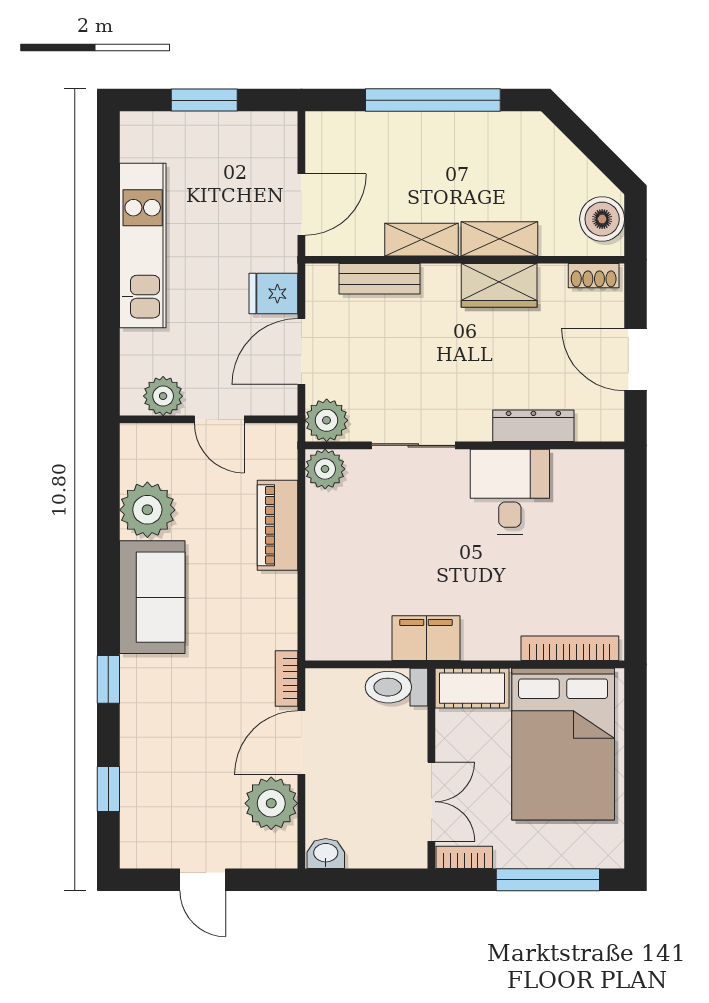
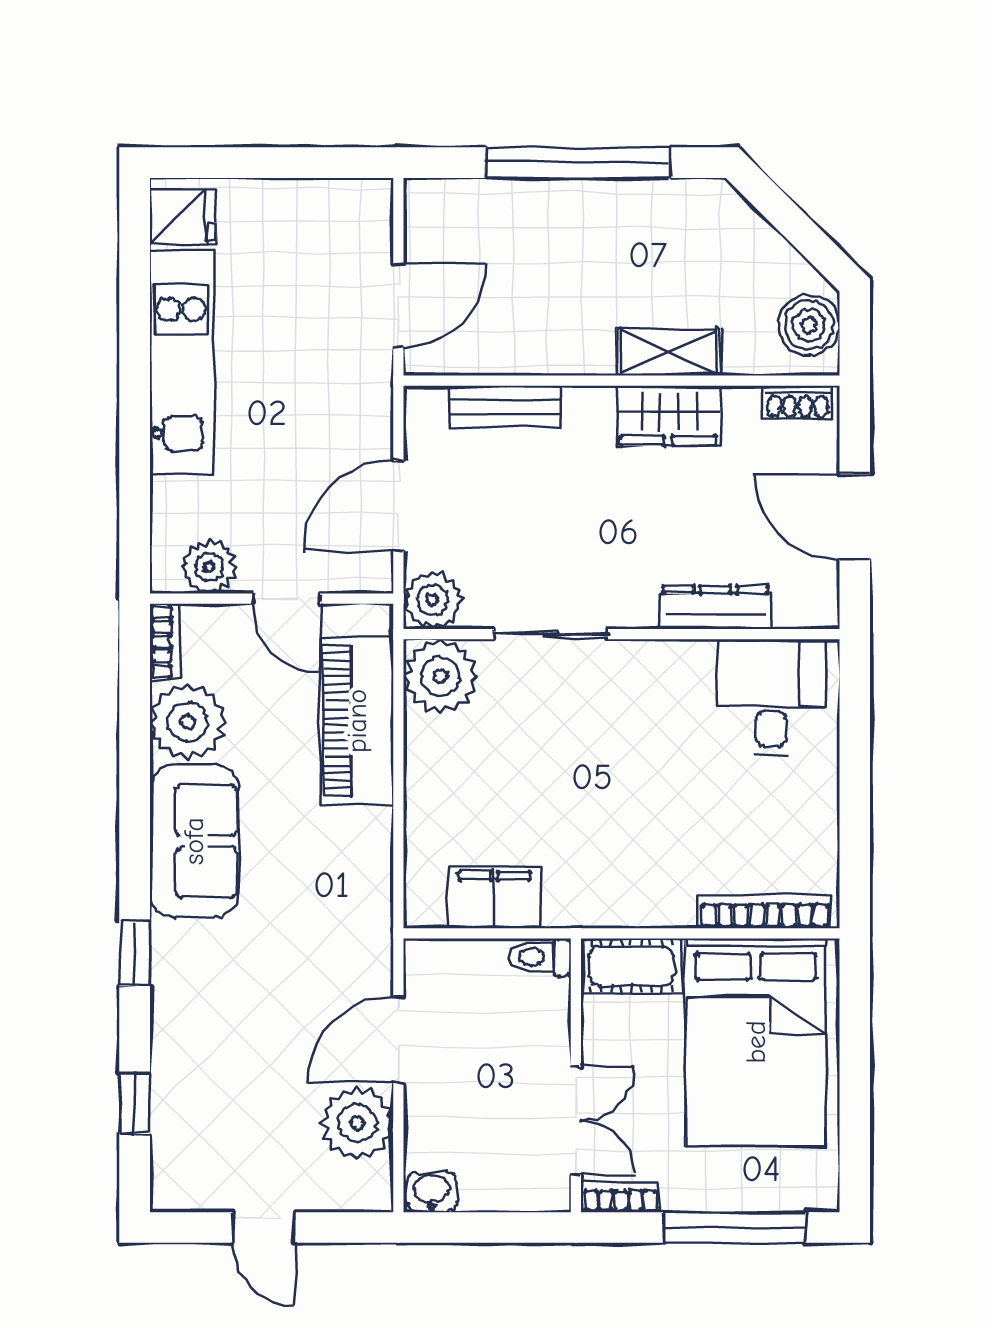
window: (204, 100) -> (266, 163), removed
shelving: (422, 240) -> (562, 353), removed
fridge: (273, 294) -> (183, 217), moved, turned 180
plant: (325, 469) -> (440, 676), width x1.36, depth x1.36
desk: (510, 492) -> (771, 697), moved
piano: (278, 525) -> (357, 721), width x1.37, depth x1.33
filing cabinet: (426, 638) -> (494, 898), moved
bookcase: (287, 679) -> (165, 642), moved, turned 180
toilet: (397, 687) -> (540, 957), width x0.73, depth x0.72

